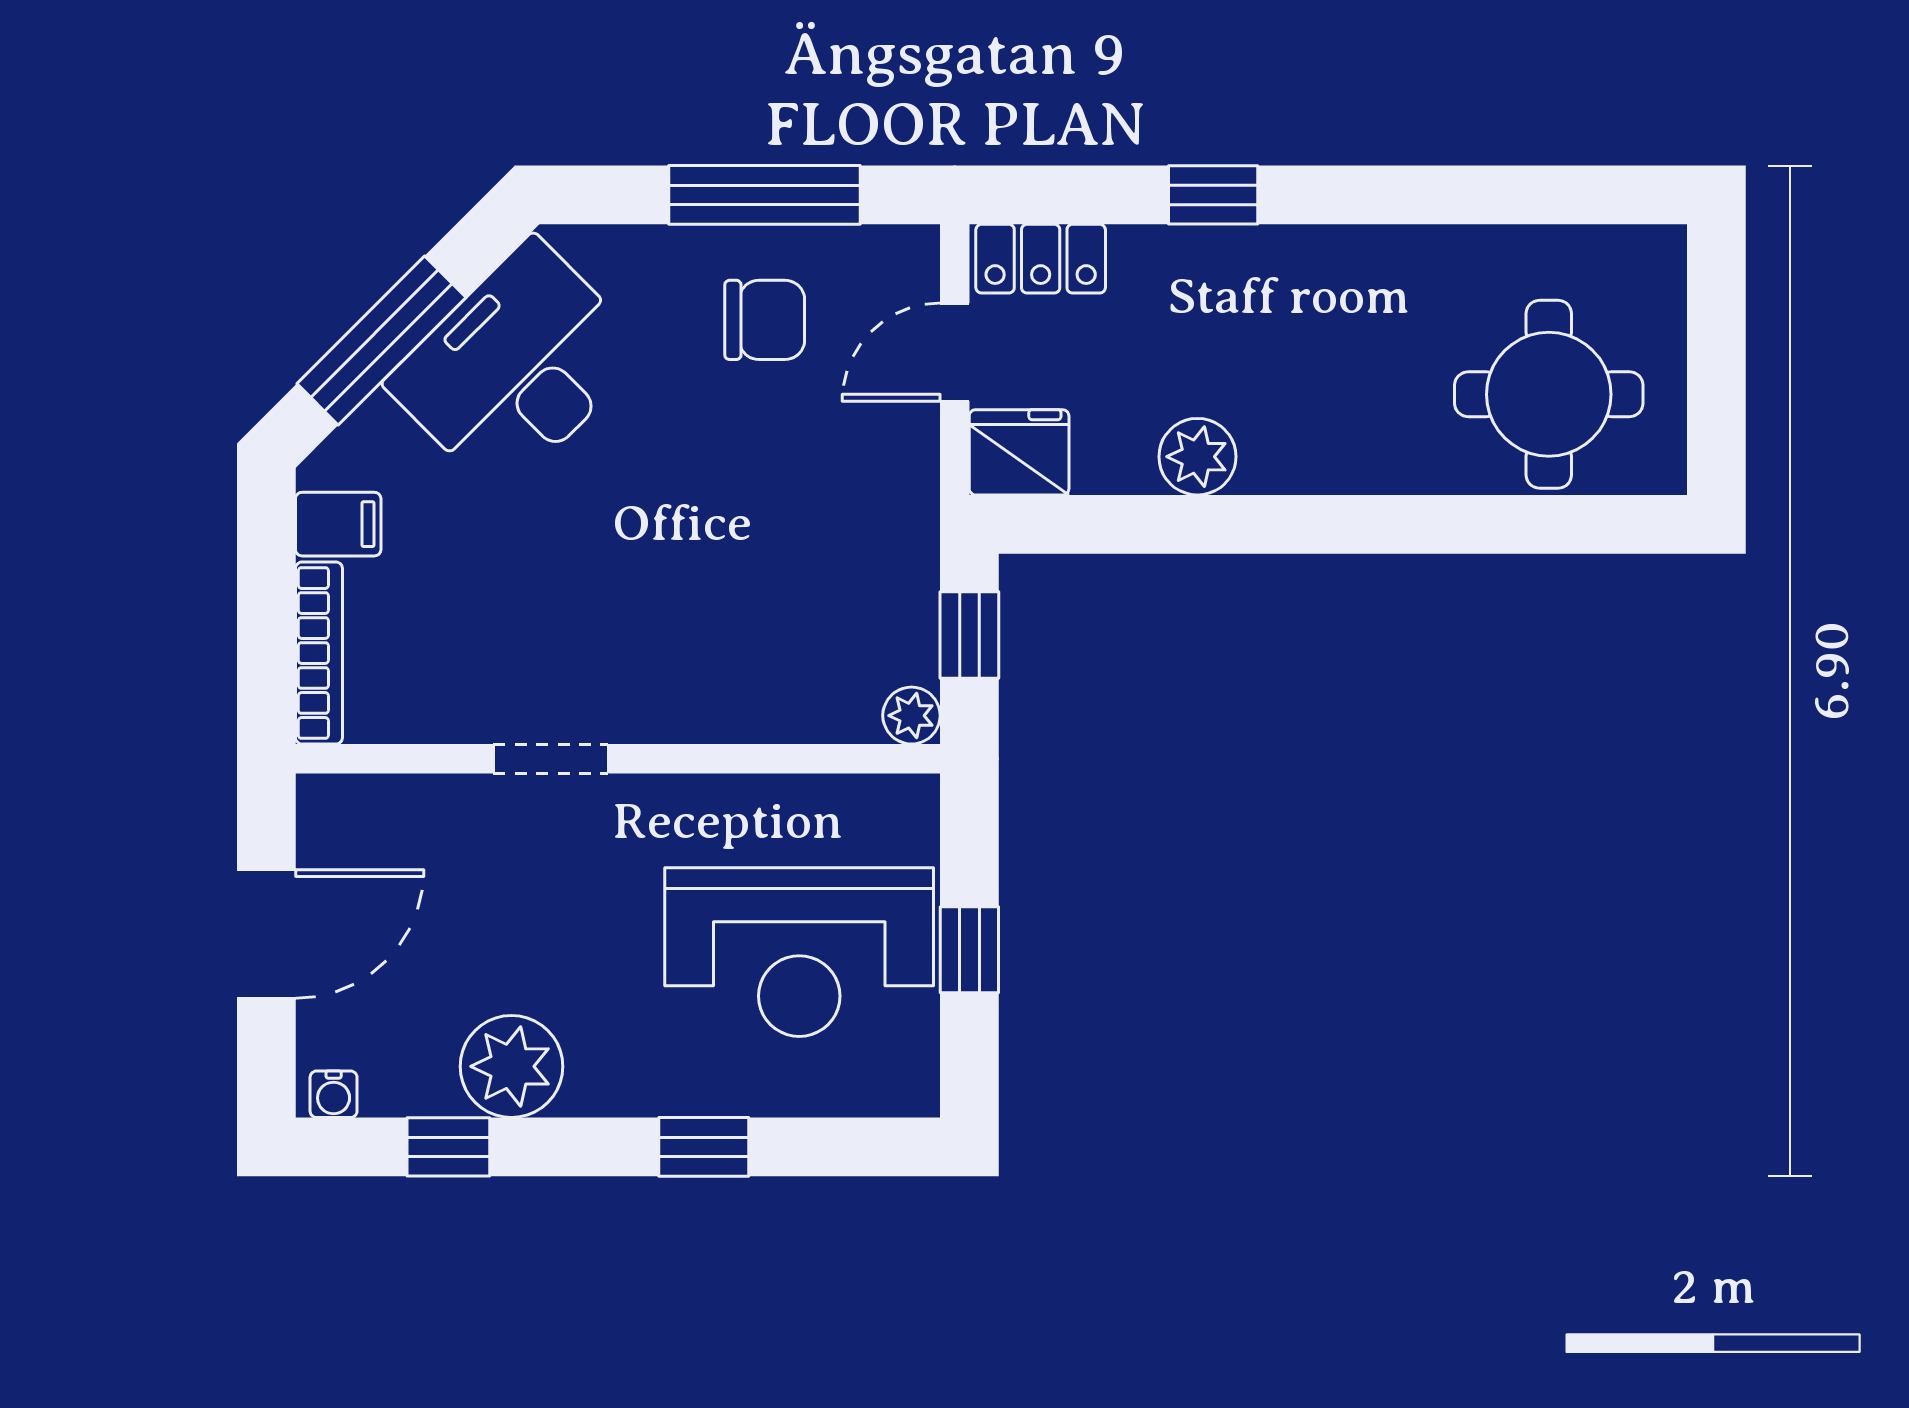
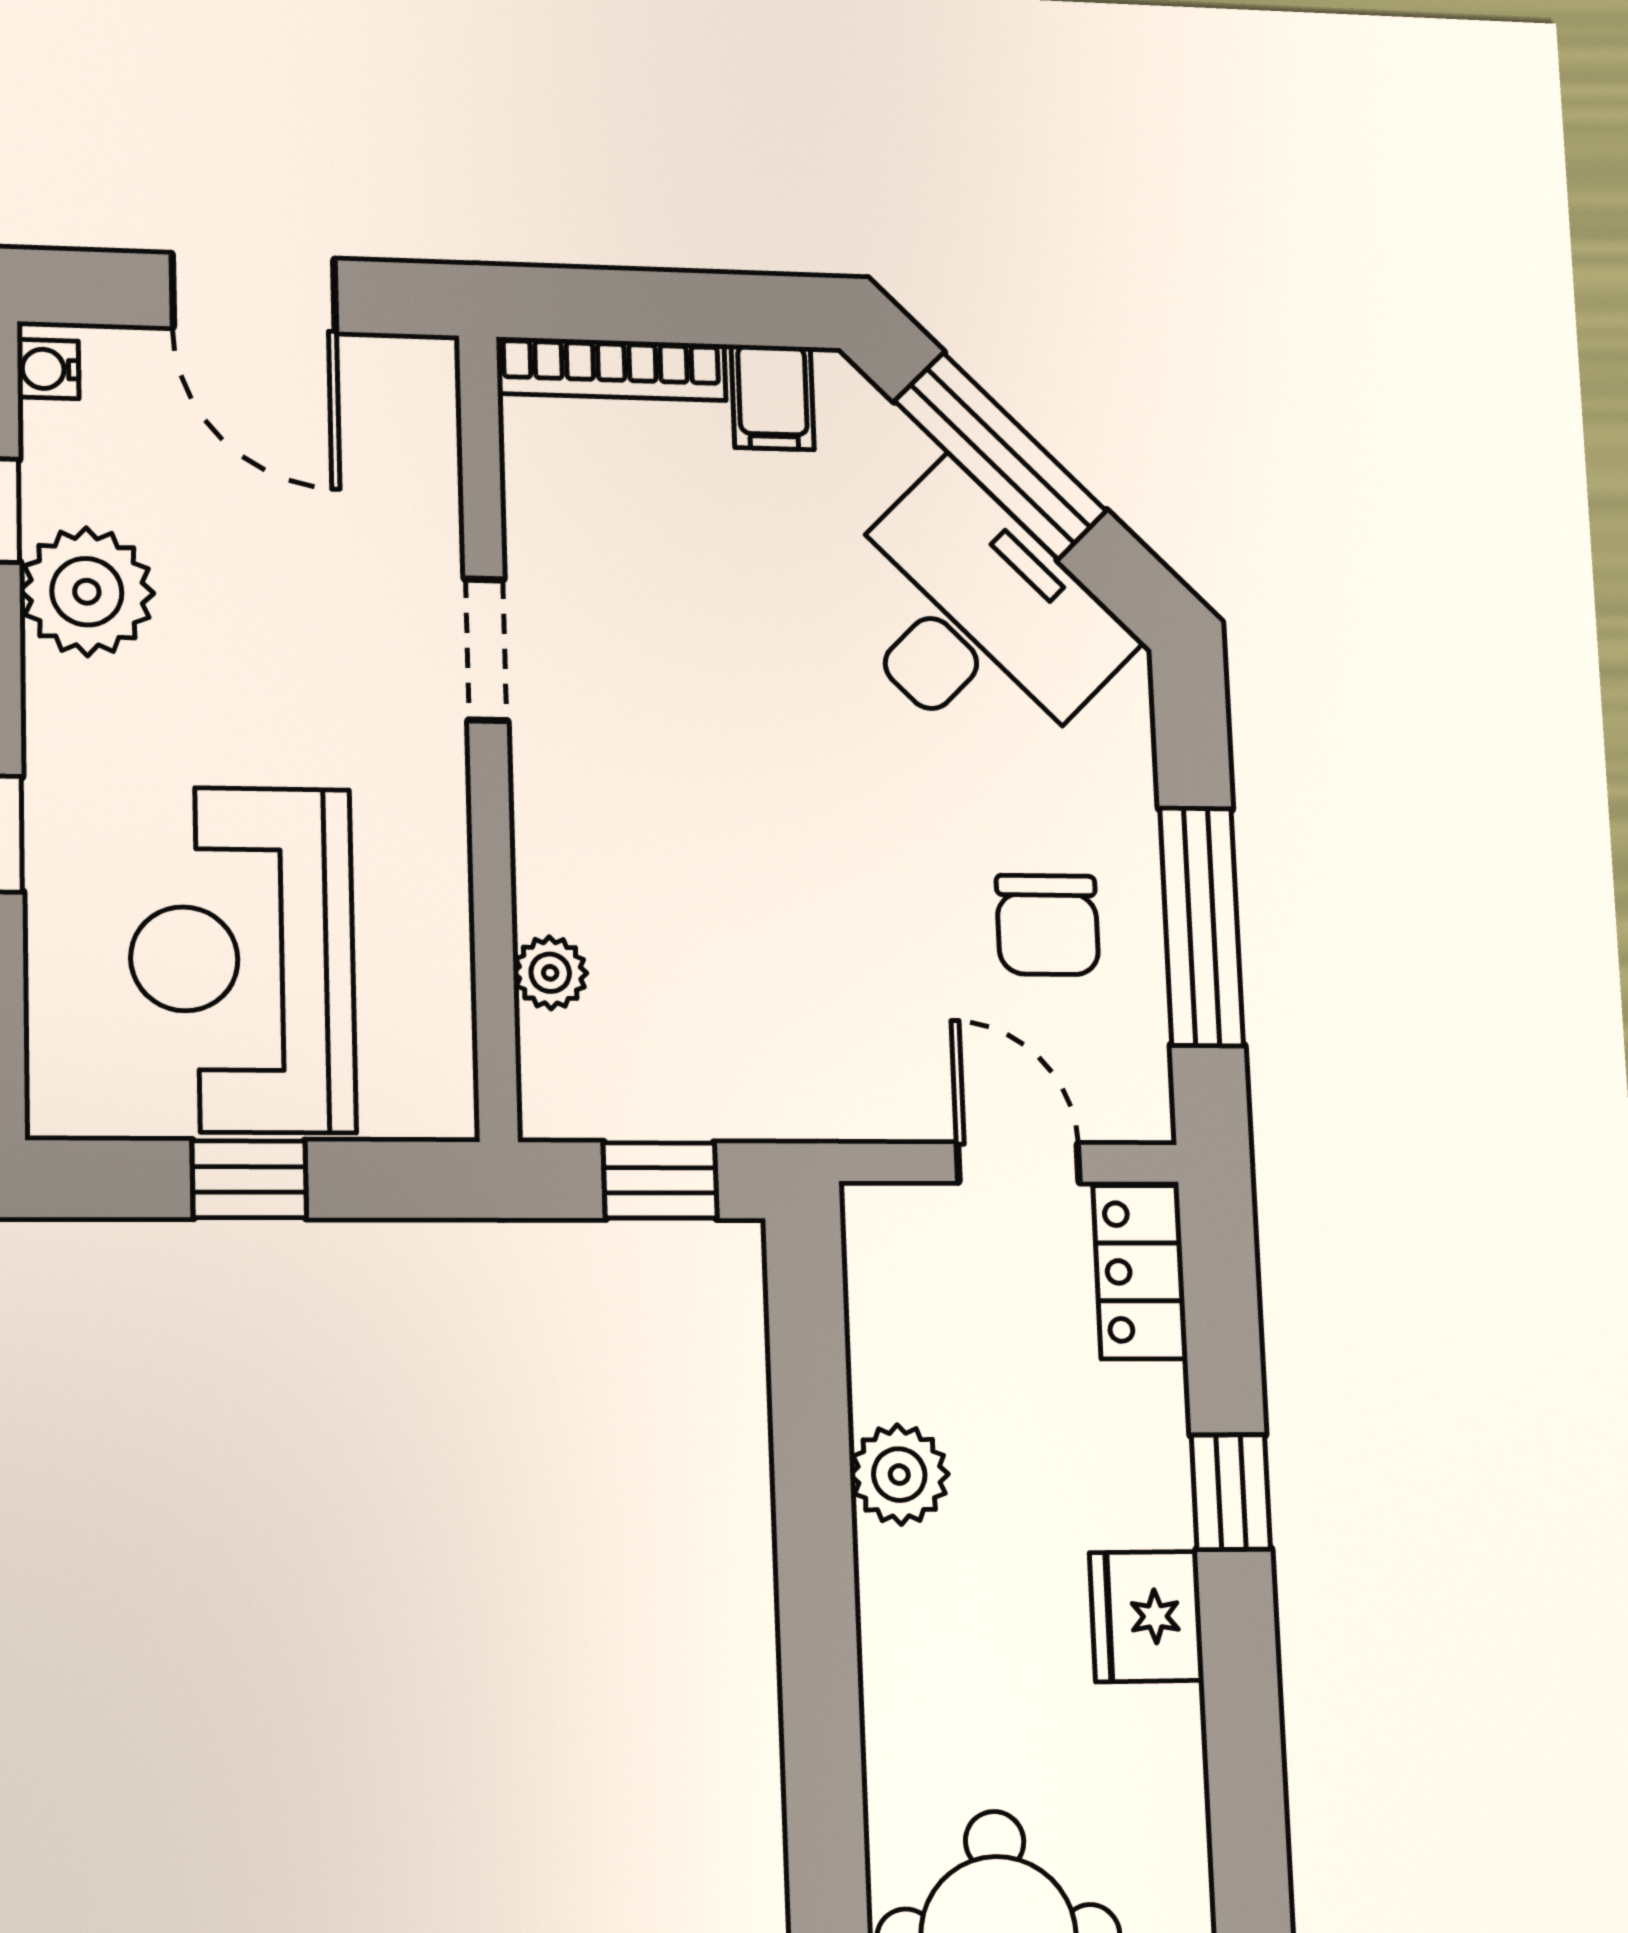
fridge: (1019, 452) -> (1147, 1616), moved, turned 180
plant: (911, 716) -> (550, 973), moved

